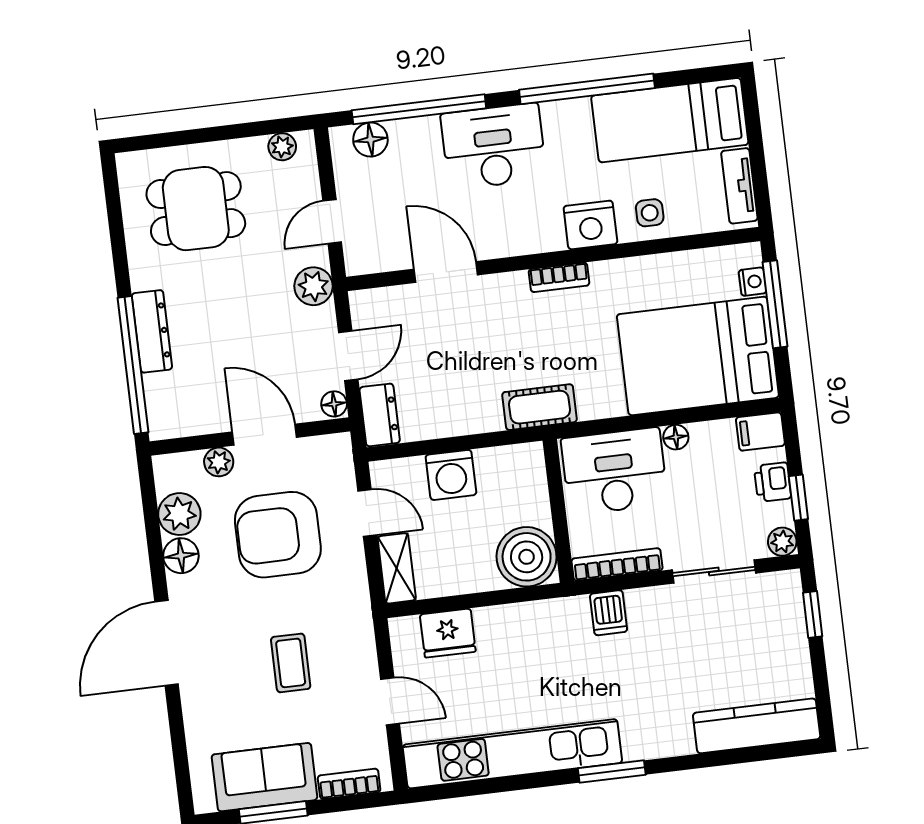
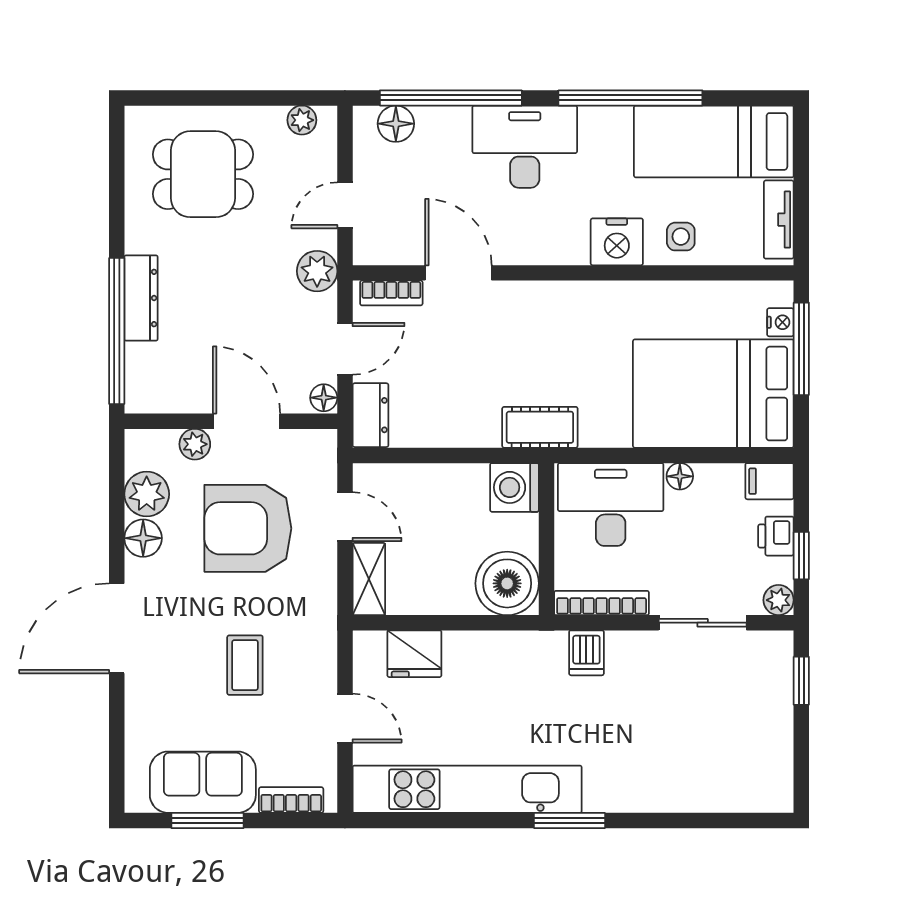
bookcase: (559, 277) -> (391, 293), moved
washing machine: (451, 475) -> (514, 487), moved, turned 90
kitchen counter: (757, 726) -> (728, 791), removed

